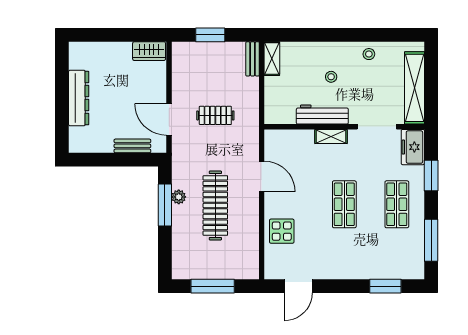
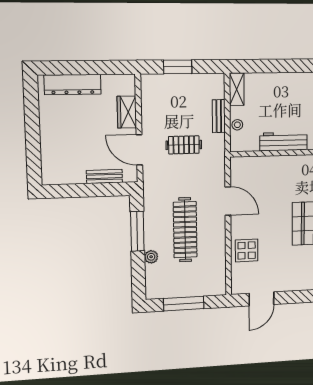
wardrobe: (149, 51) -> (127, 112), moved, turned 90
bench: (253, 59) -> (219, 116), moved
stool: (331, 77) -> (237, 125), moved
dresser: (79, 98) -> (73, 85), moved, turned 90
shelving: (331, 137) -> (291, 162), removed
plant: (179, 197) -> (151, 257), moved

